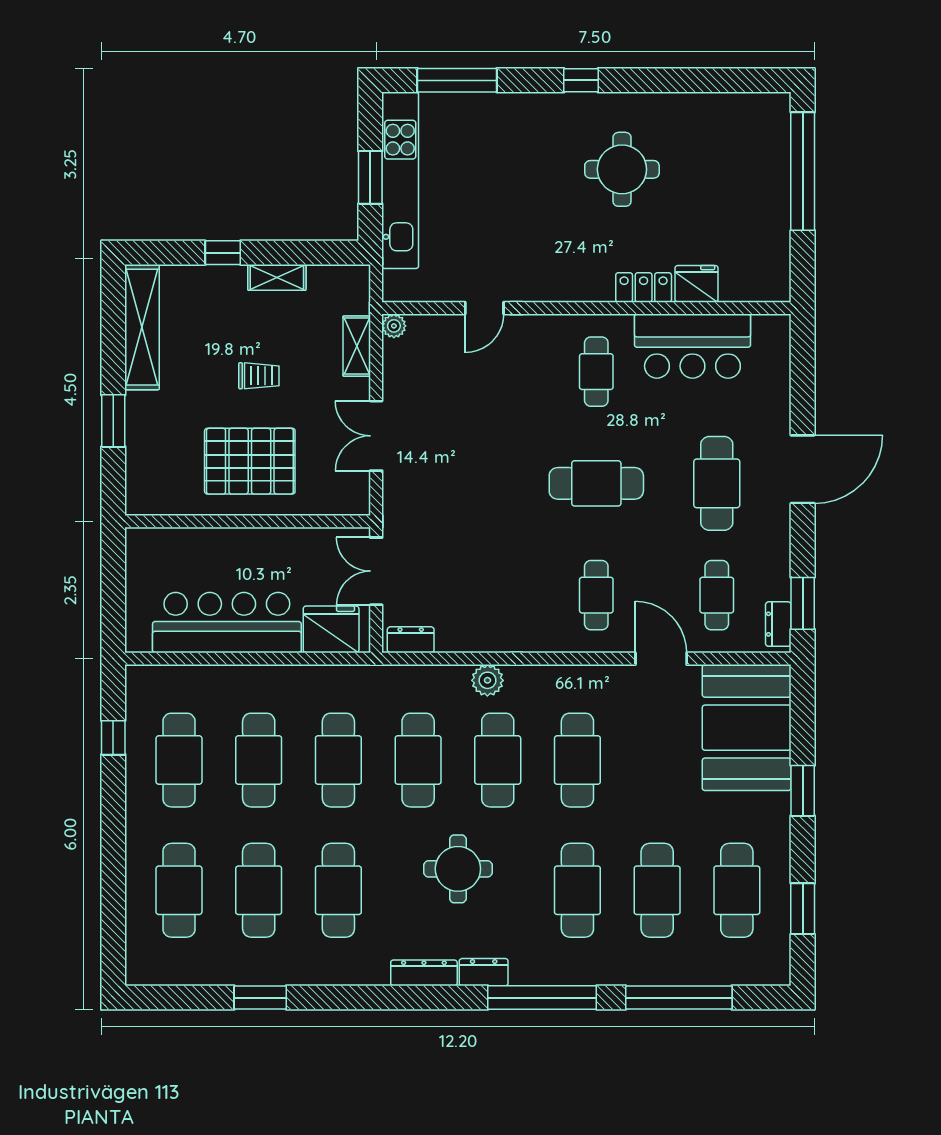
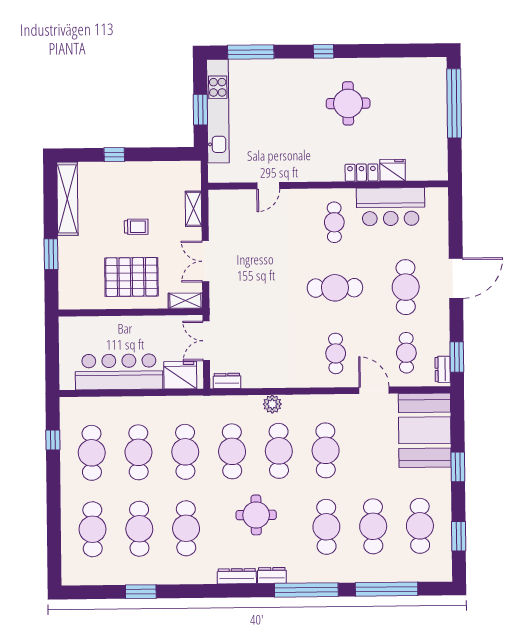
shelving: (277, 277) -> (185, 301), moved
plant: (394, 326) -> (215, 197), removed

